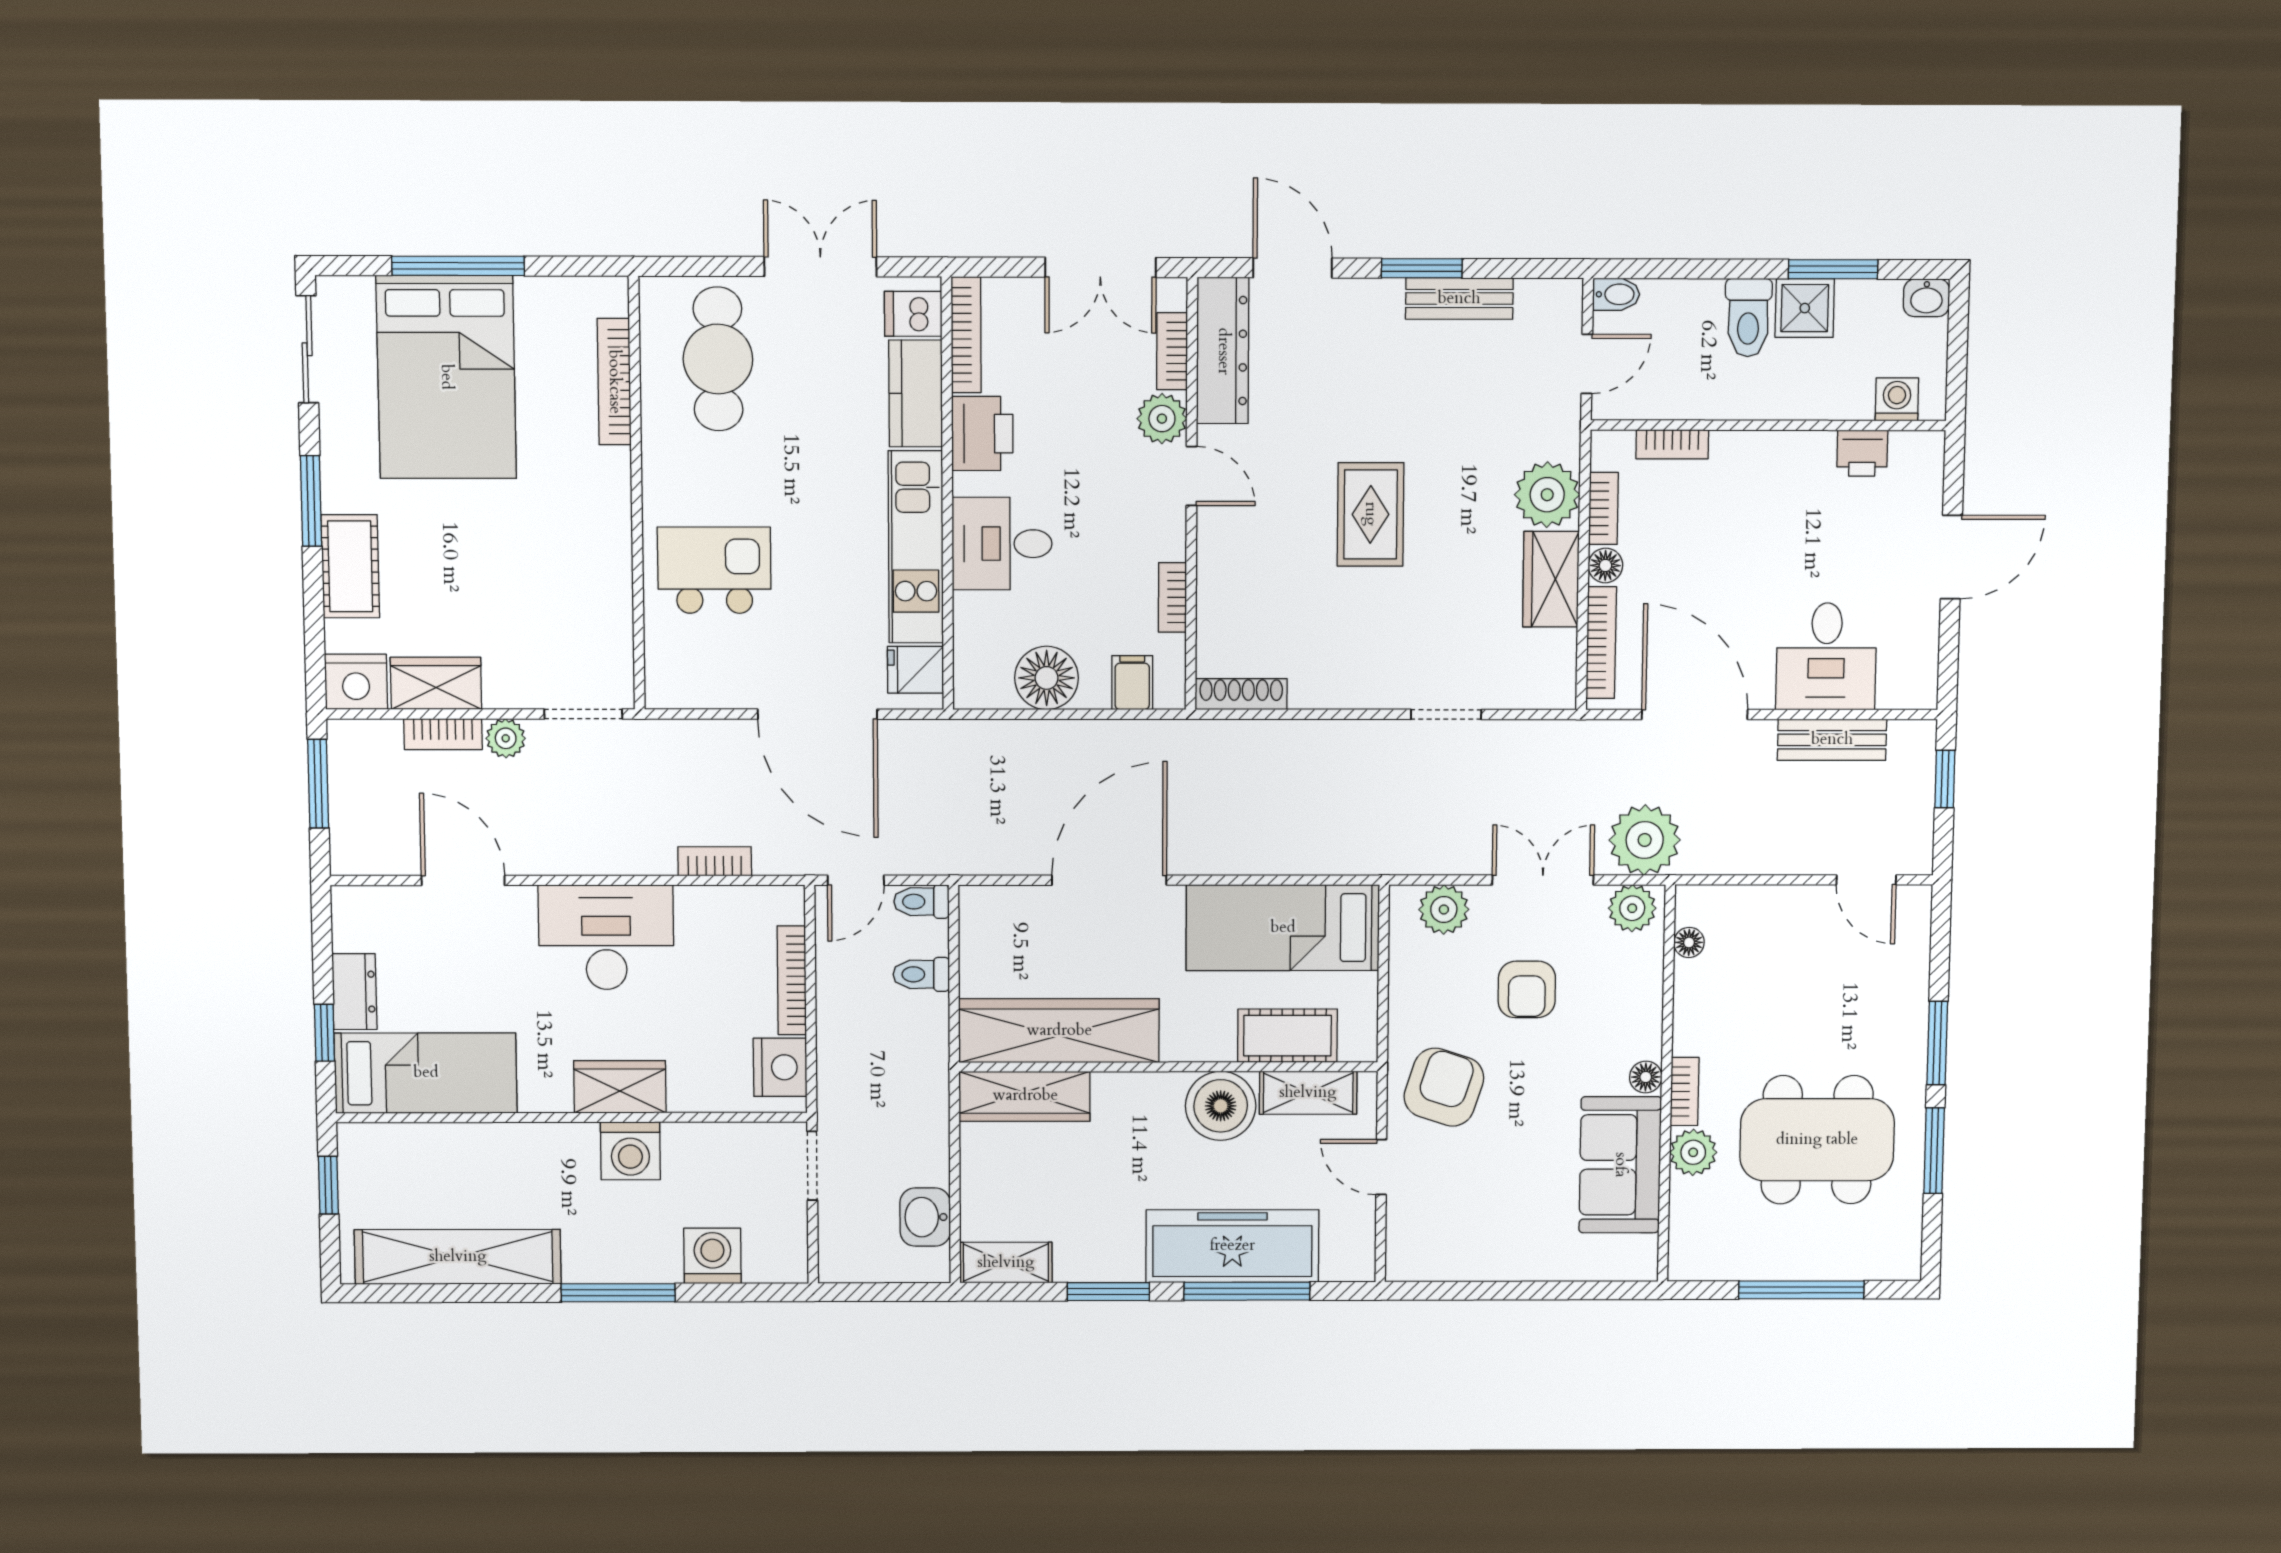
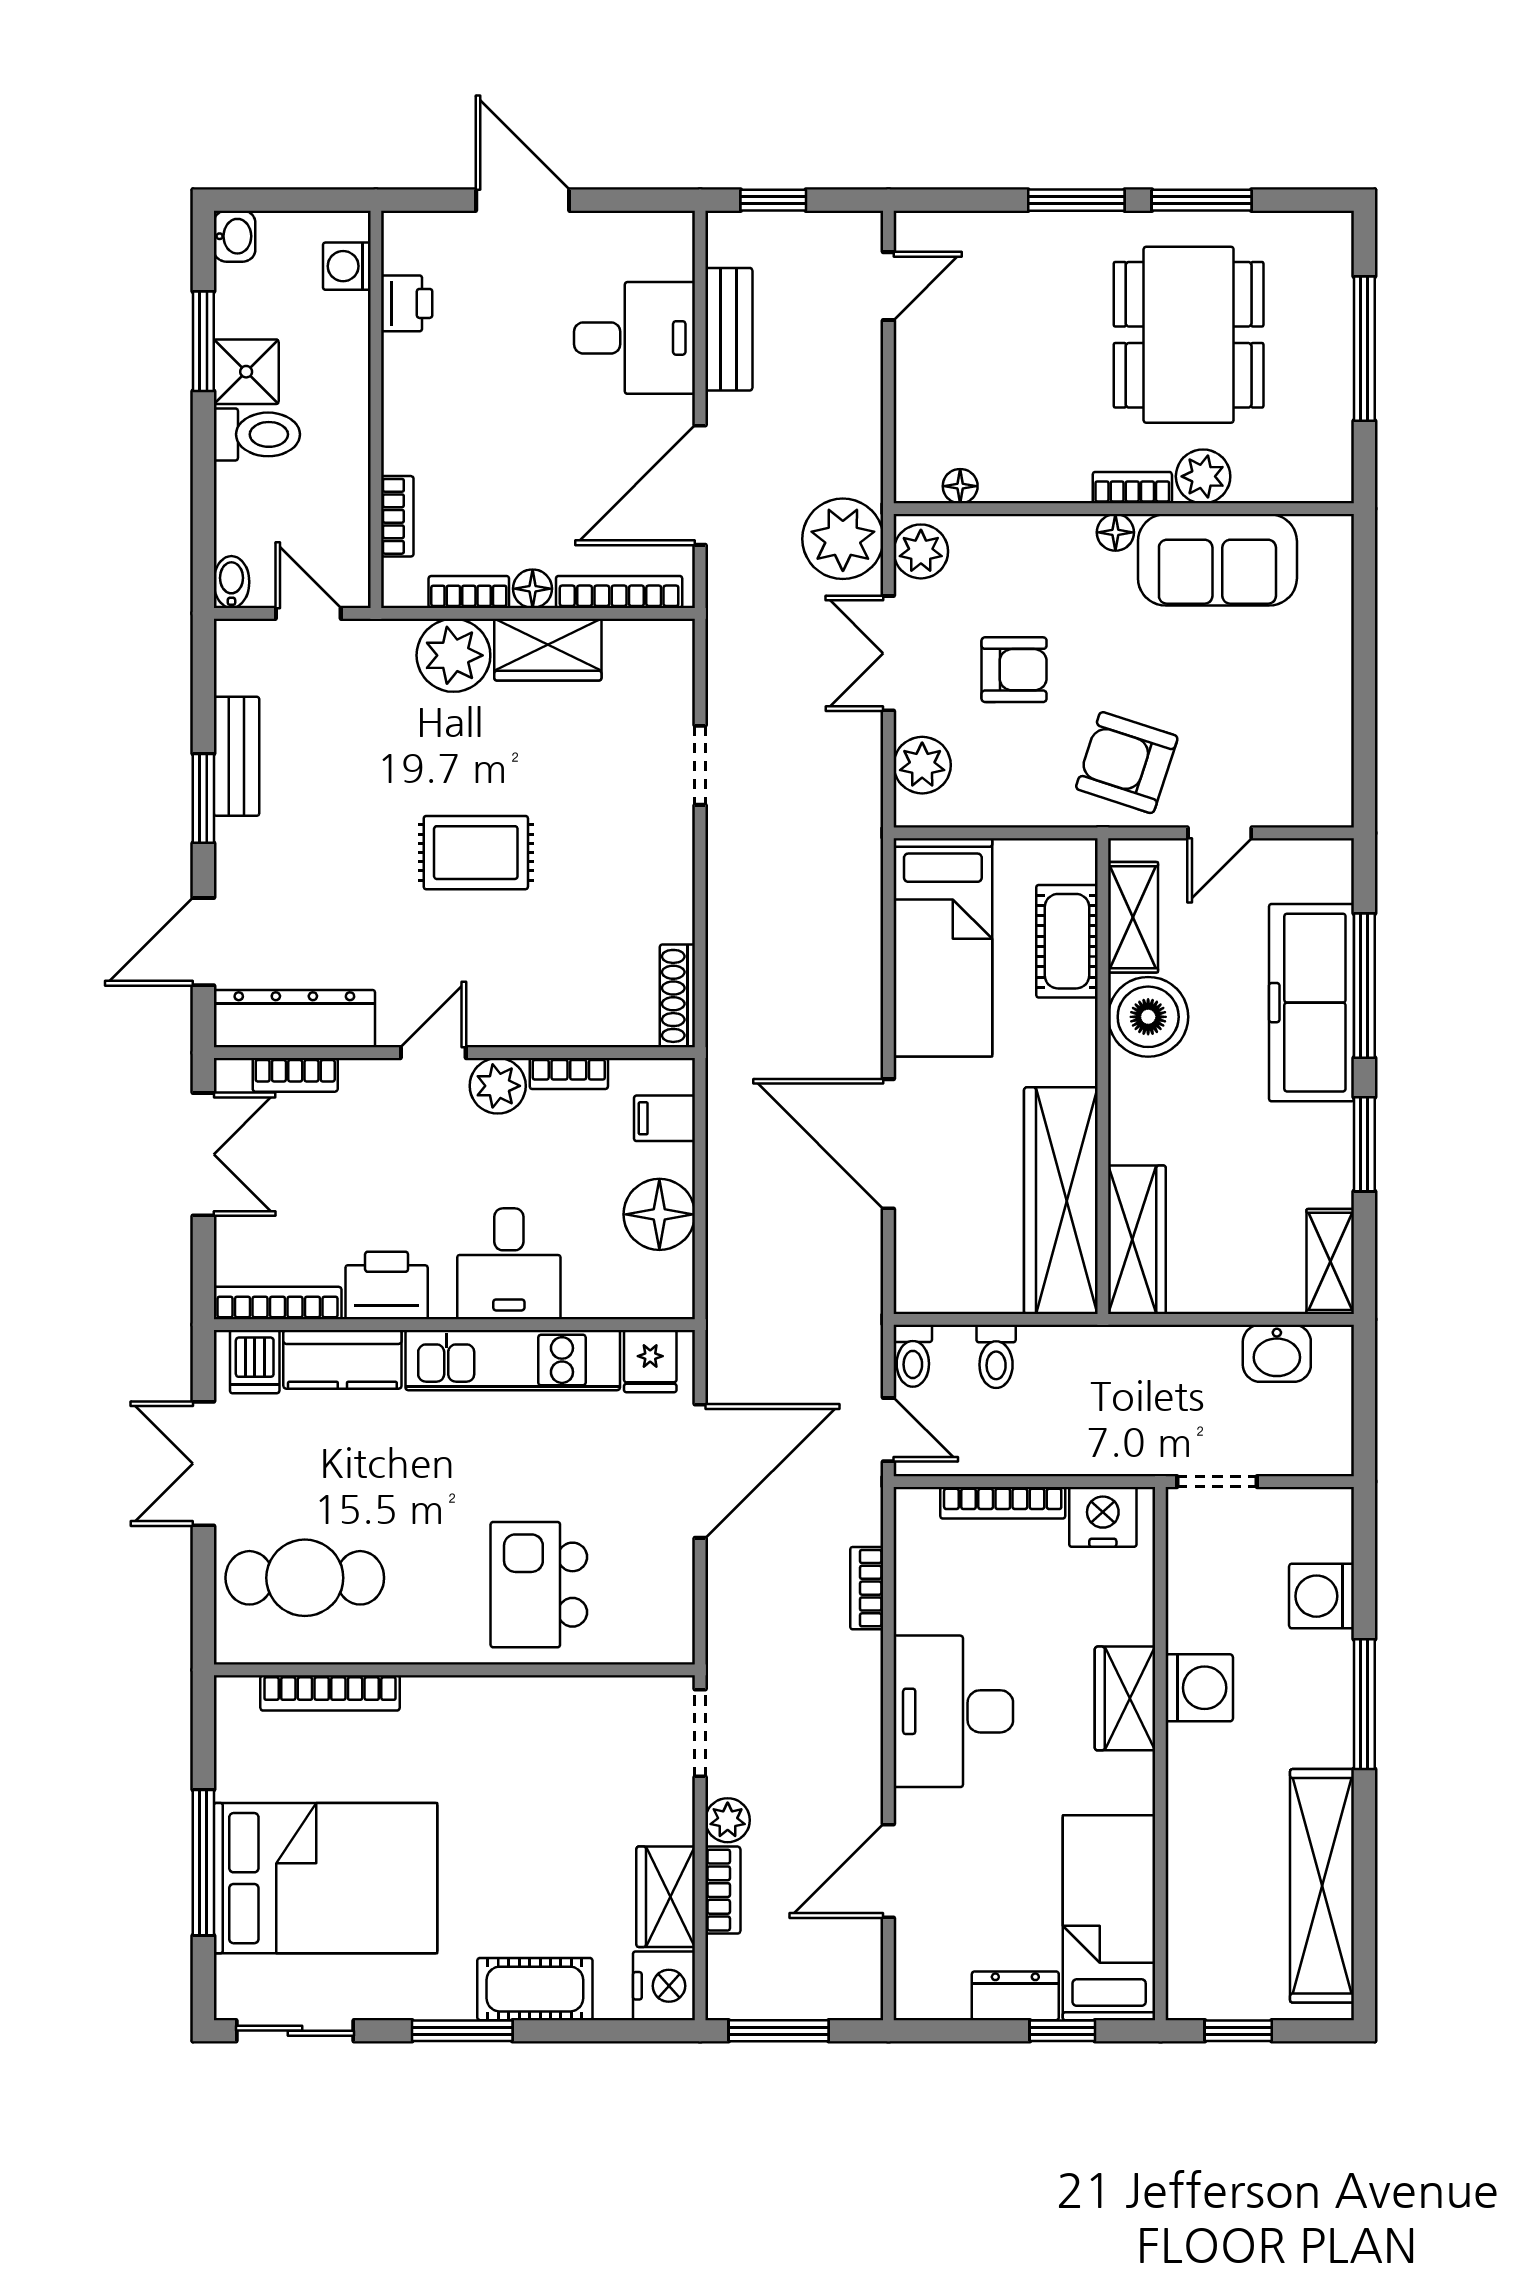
plant: (1162, 419) -> (498, 1086), moved

